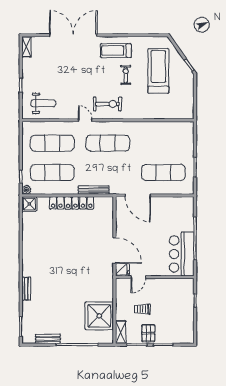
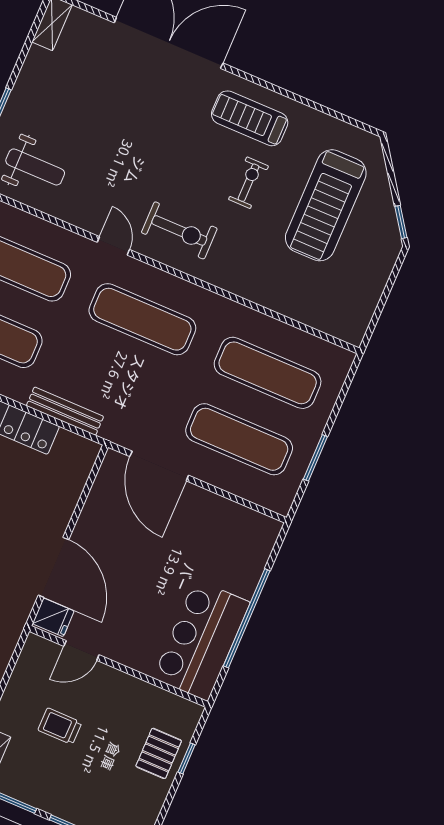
treadmill: (158, 71) -> (326, 205), turned 180
exercise mat: (163, 143) -> (268, 373), added
pallet: (148, 333) -> (159, 753), moved

